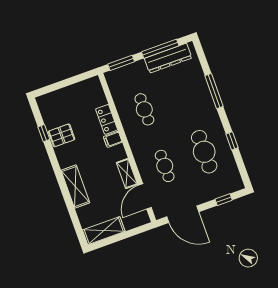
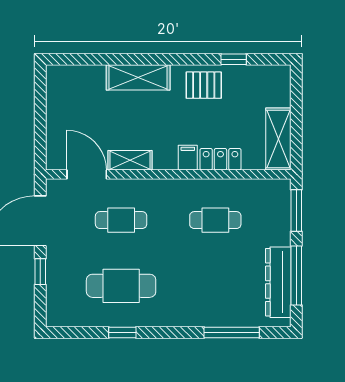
window: (214, 91) -> (232, 332), moved
pallet: (62, 135) -> (204, 85), moved, turned 90
window: (224, 200) -> (40, 272), moved
shelving: (104, 231) -> (278, 139), moved

